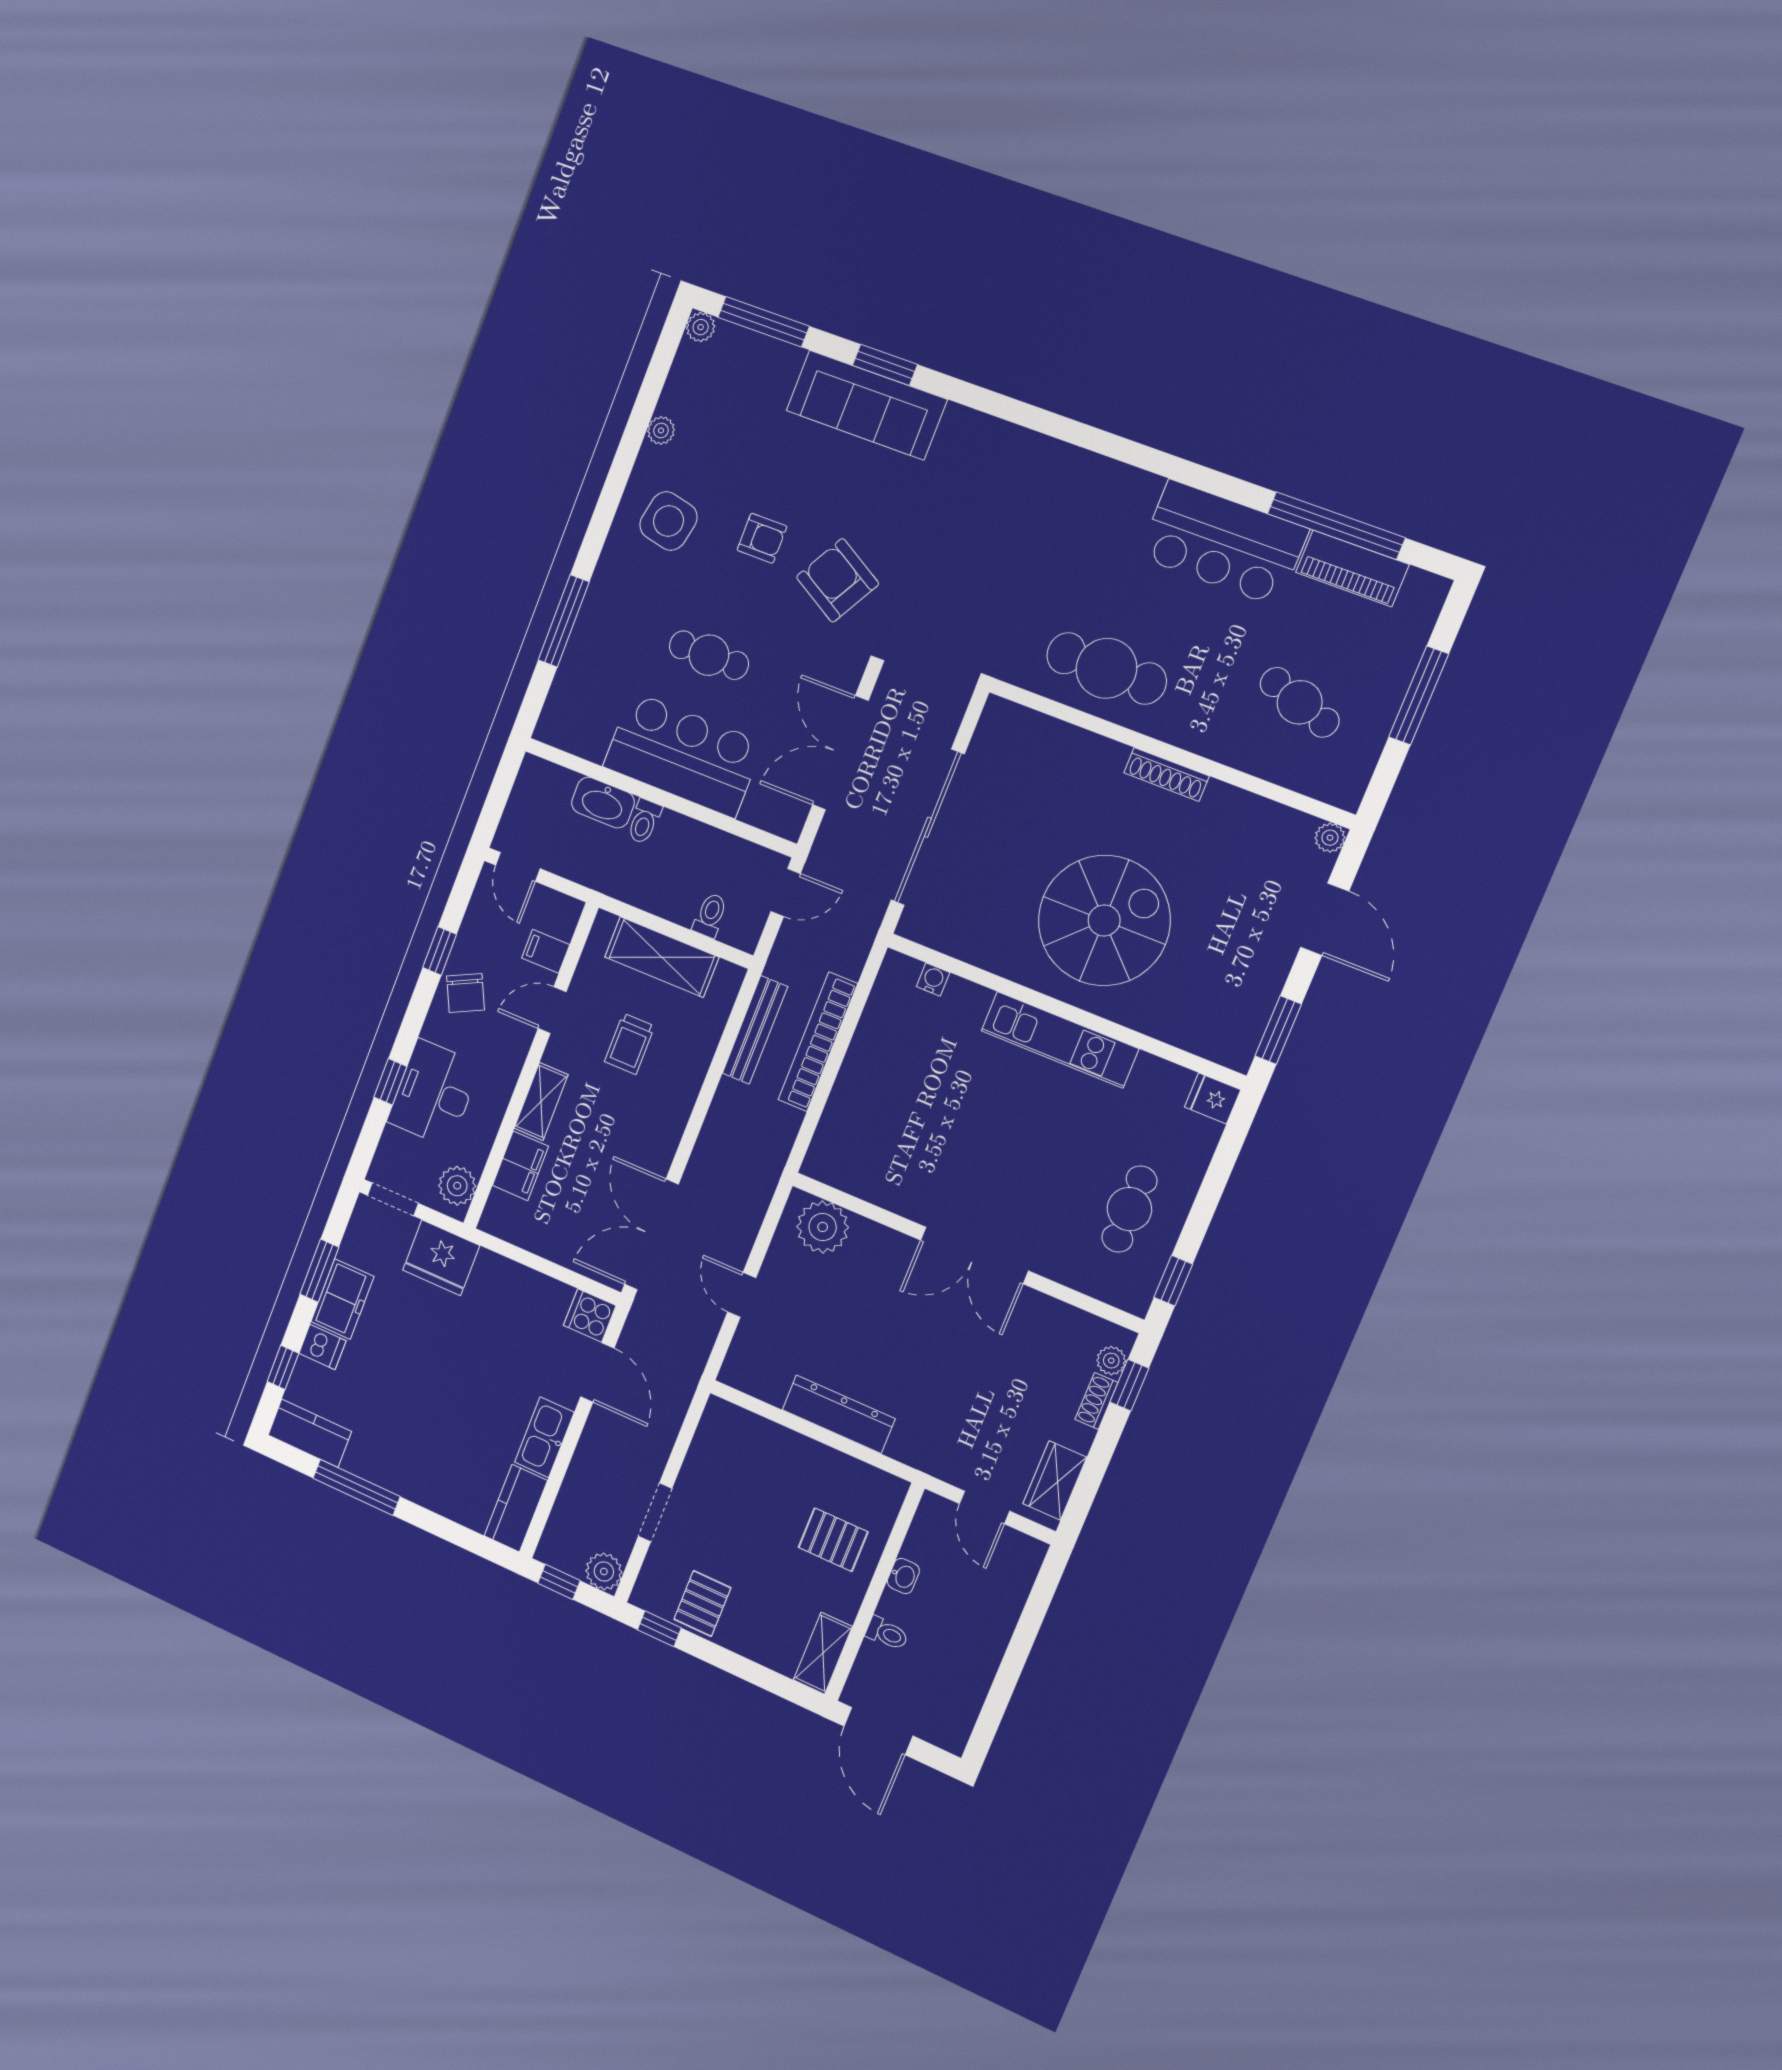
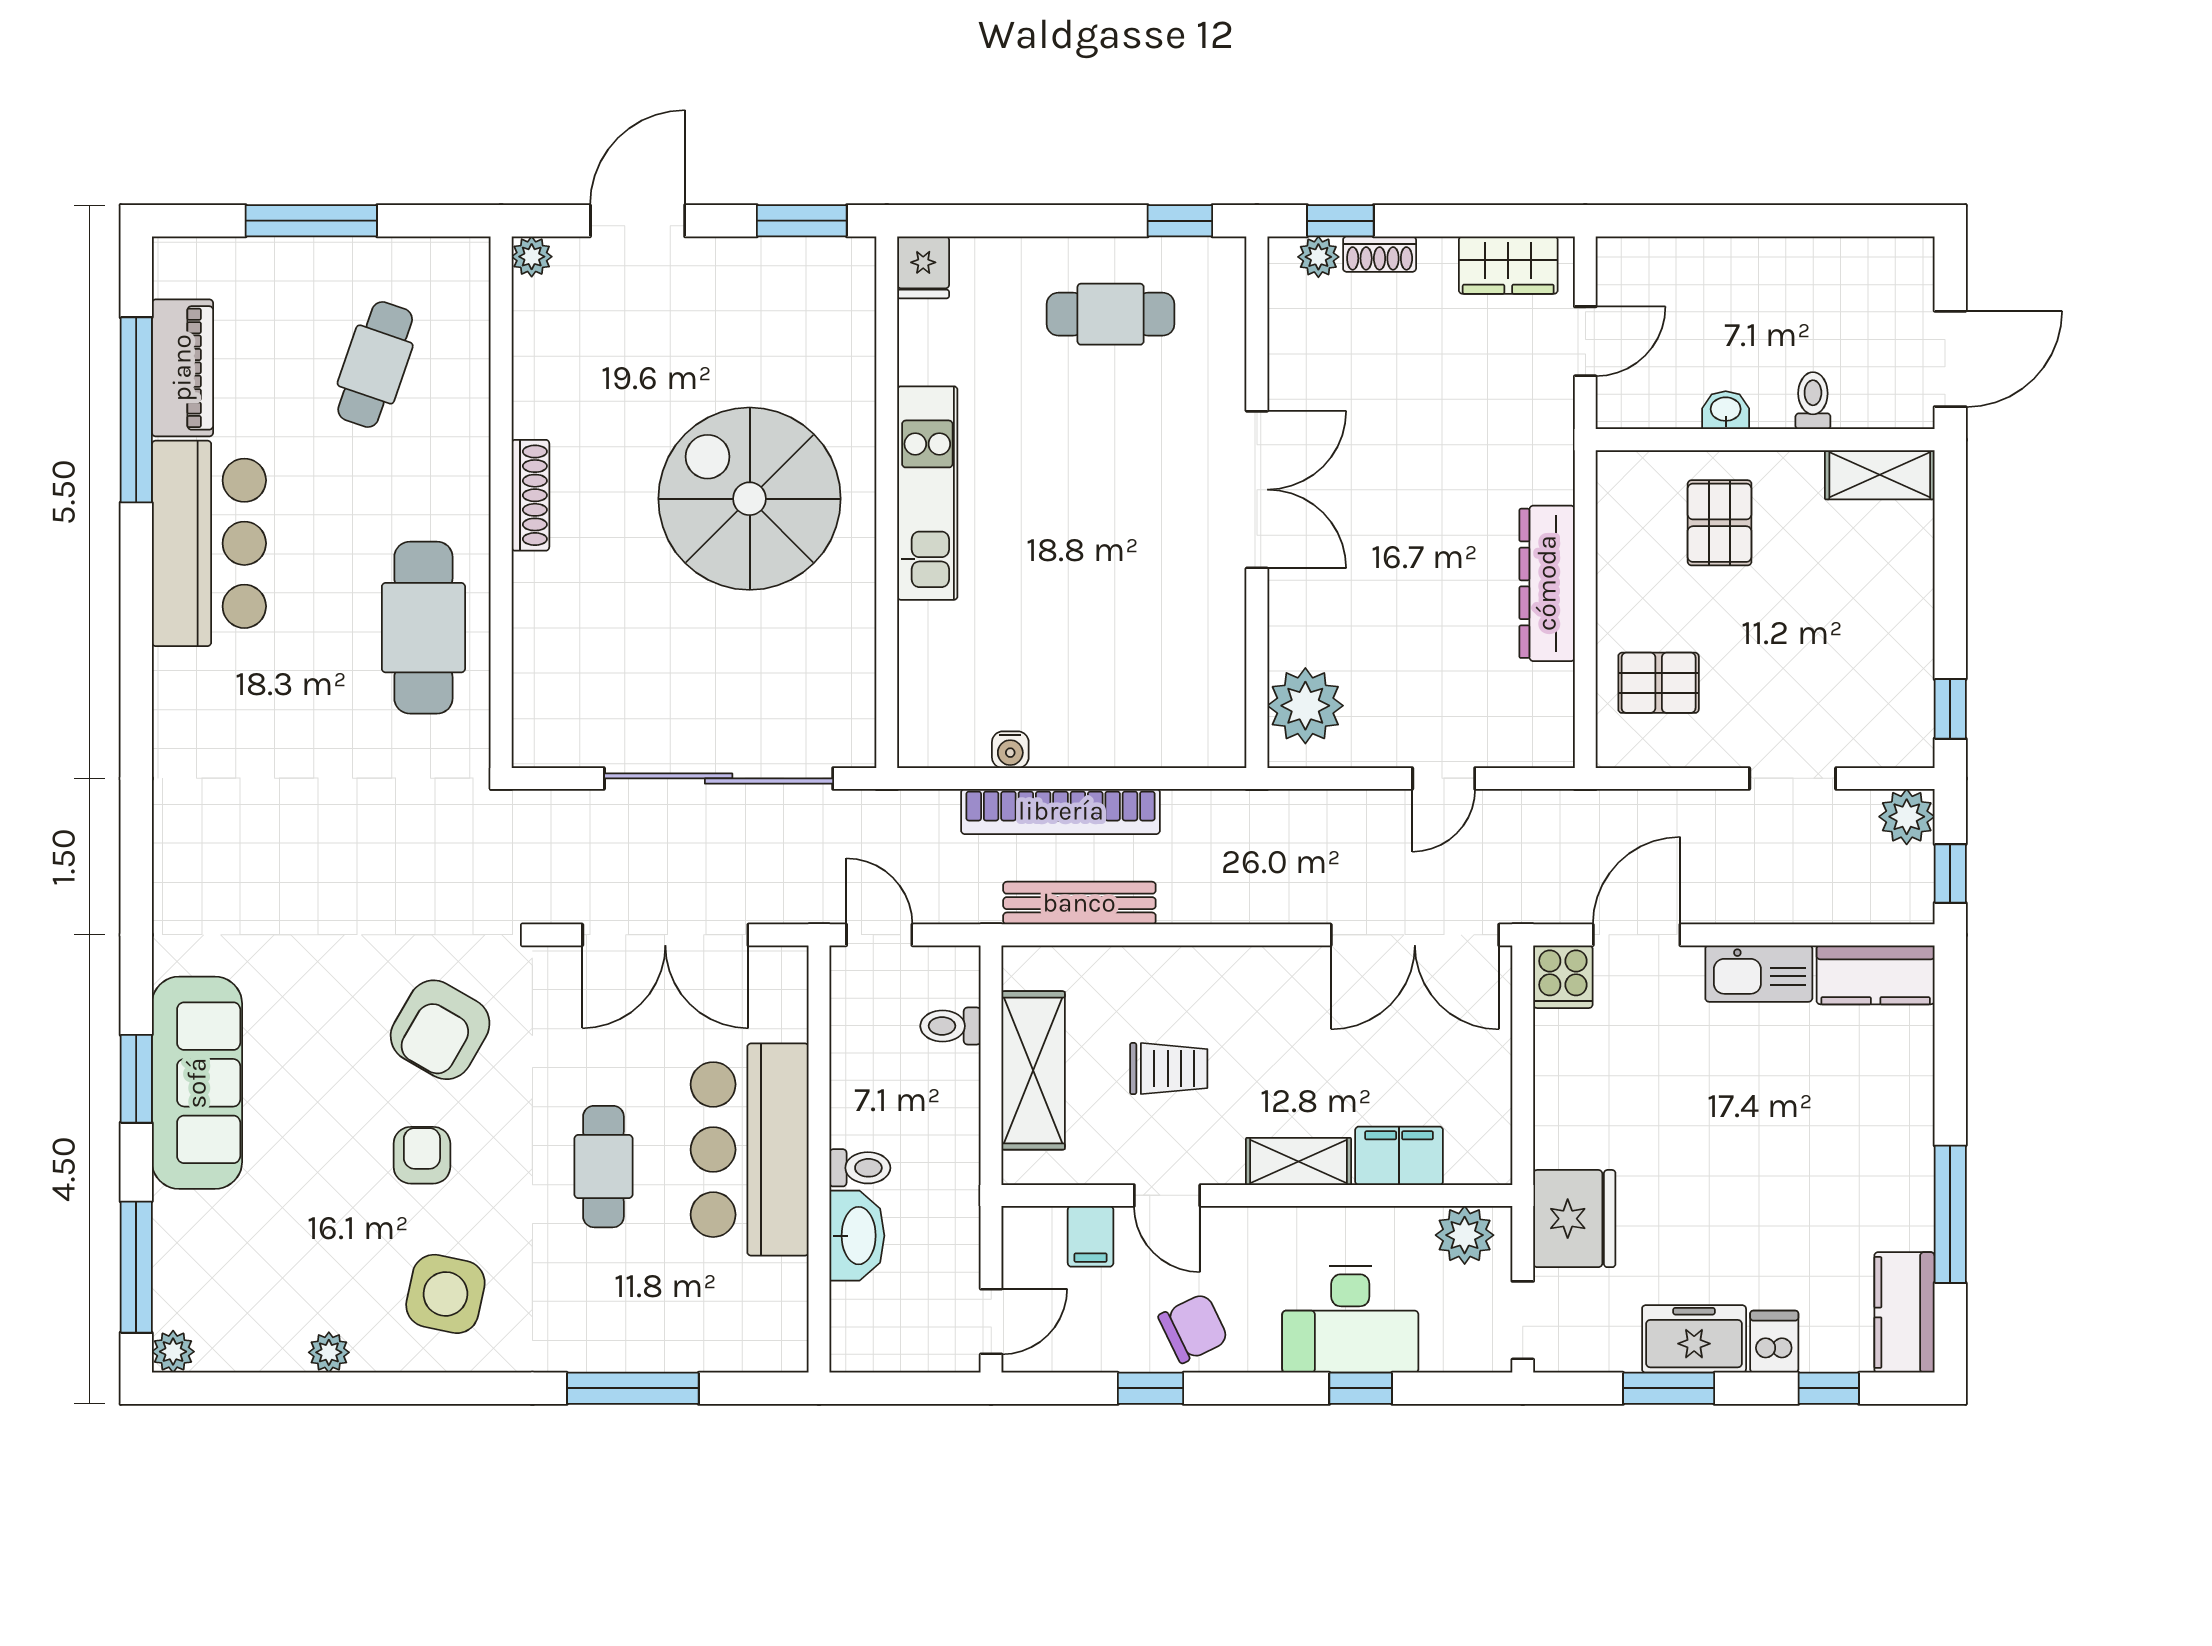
water cooler: (933, 980) -> (1010, 750), moved, turned -90
pallet: (702, 1604) -> (1659, 683), moved

